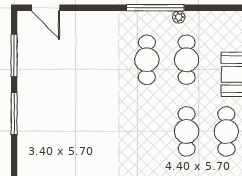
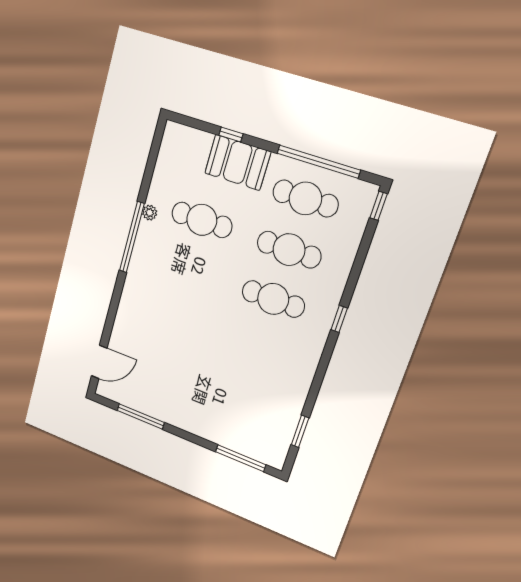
cafe table: (147, 60) -> (273, 299), moved
window: (14, 114) -> (241, 458), moved

